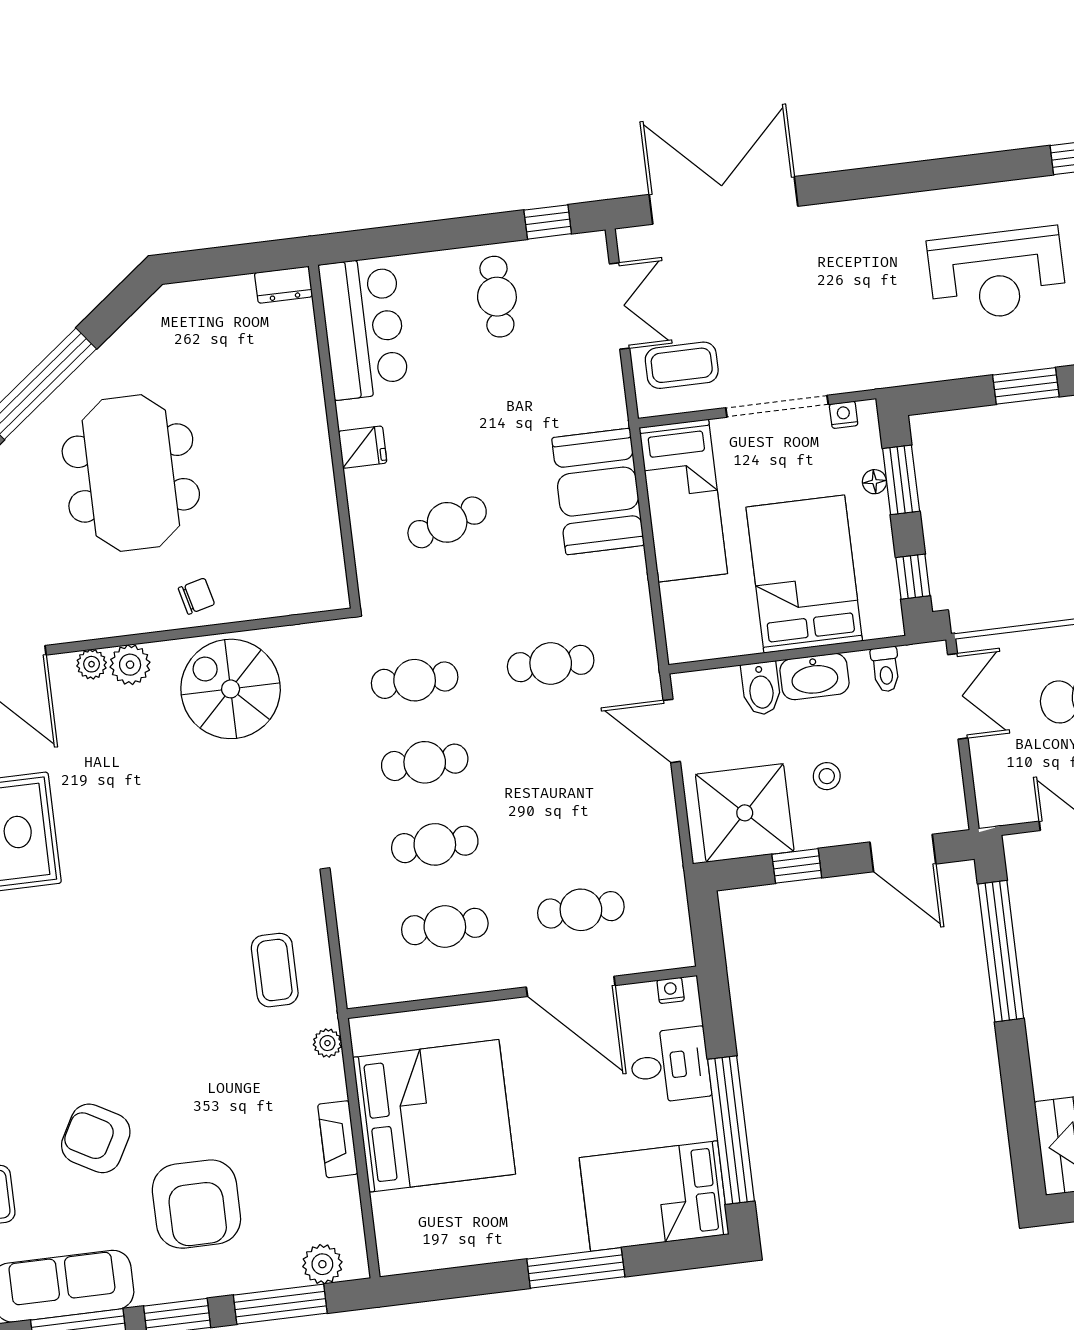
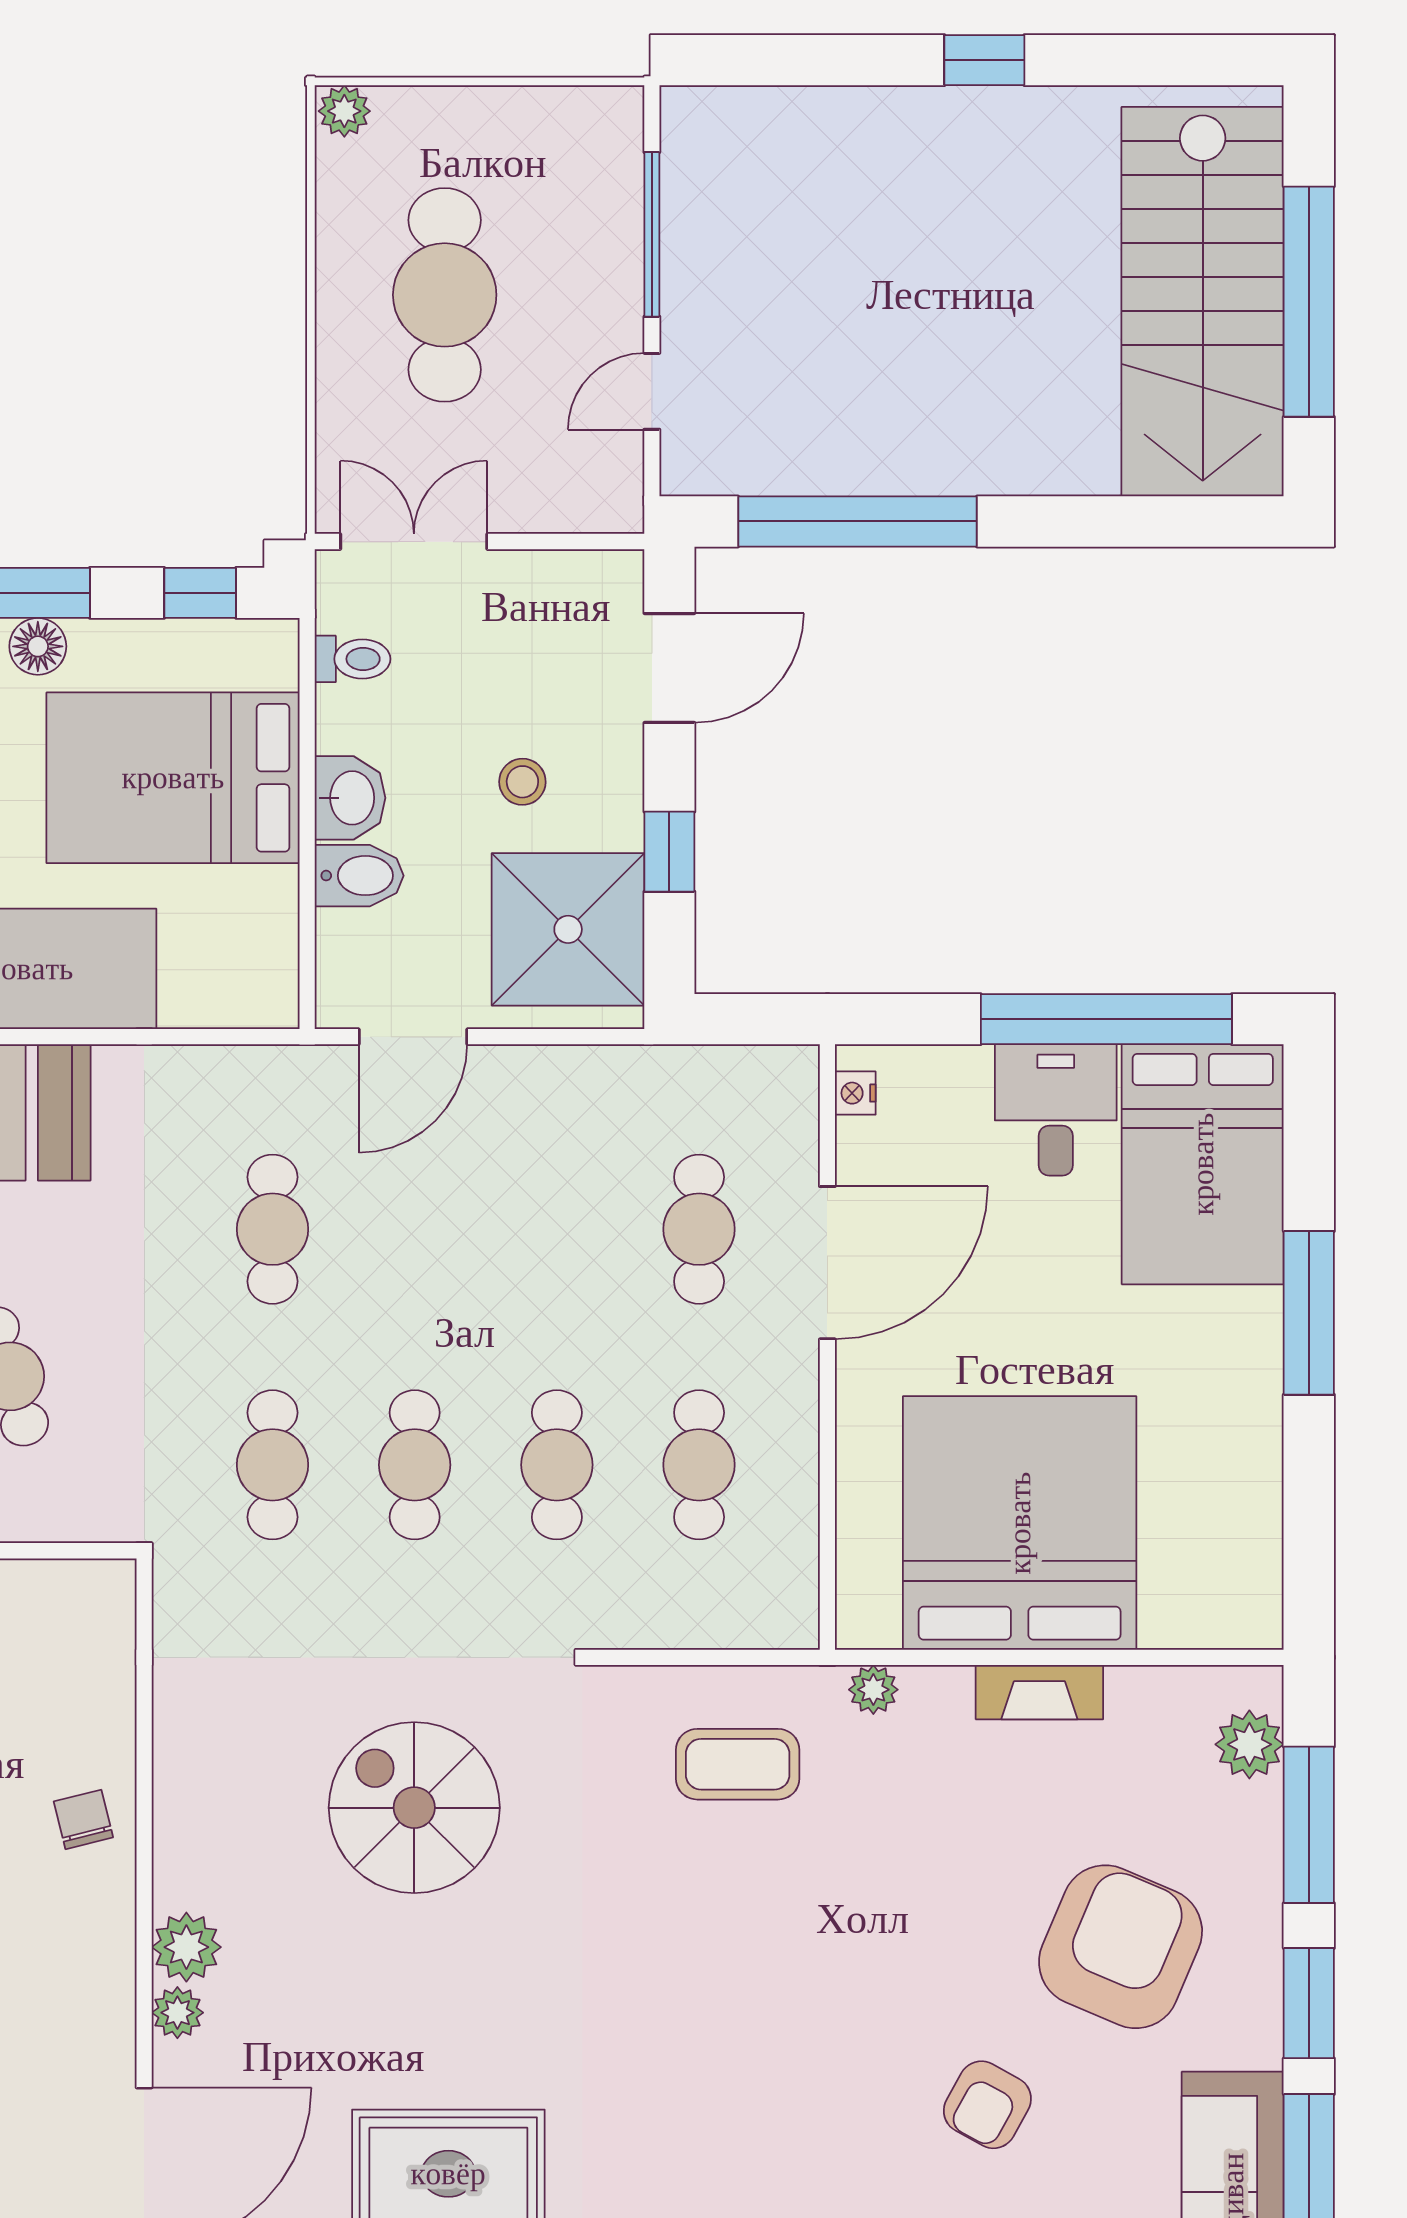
floor lamp: (874, 482) -> (38, 646), width x1.37, depth x1.37
washbasin: (815, 677) -> (350, 798), width x0.72
spiral stairs: (231, 689) -> (414, 1808), moved, turned 90
desk: (670, 1065) -> (1056, 1110), moved
armchair: (96, 1138) -> (987, 2105), width x0.72, depth x0.72
armchair: (196, 1204) -> (1121, 1947), turned -67

